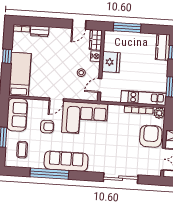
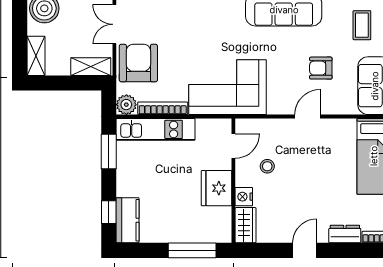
door: (79, 24) -> (305, 250), moved
corner sofa: (85, 118) -> (228, 87), moved
armchair: (151, 136) -> (138, 63), turned 180

